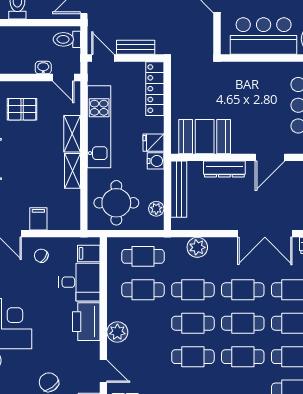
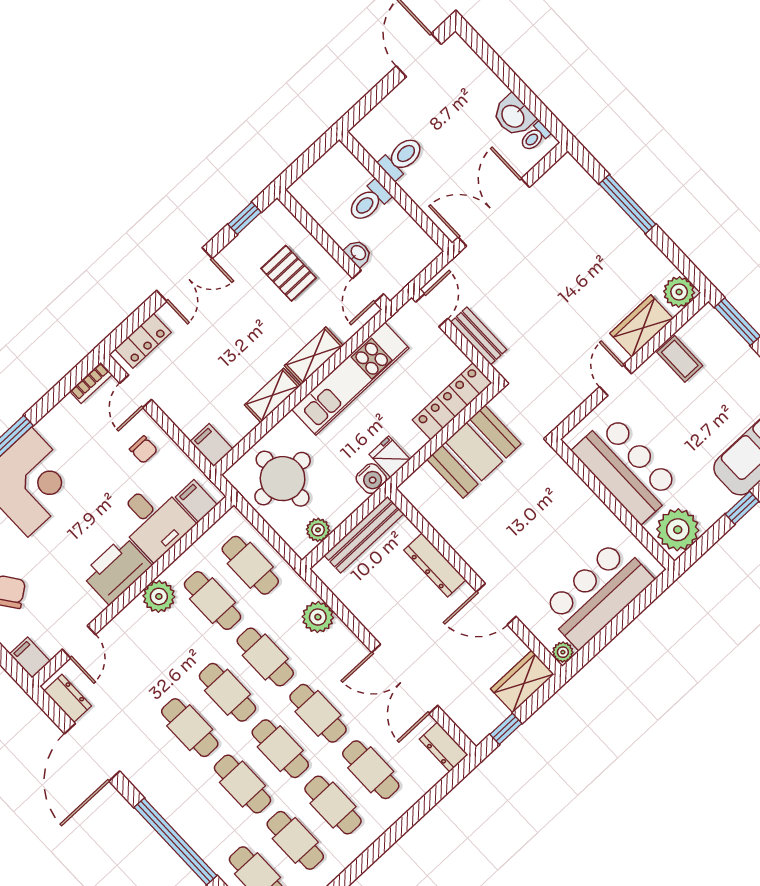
toilet: (67, 39) -> (369, 201), moved, turned -90
booth: (205, 137) -> (474, 452), moved, turned 90
filing cabinet: (38, 219) -> (211, 445), moved, turned -90
chair: (41, 256) -> (143, 450), turned 146
plant: (117, 332) -> (159, 596), moved

